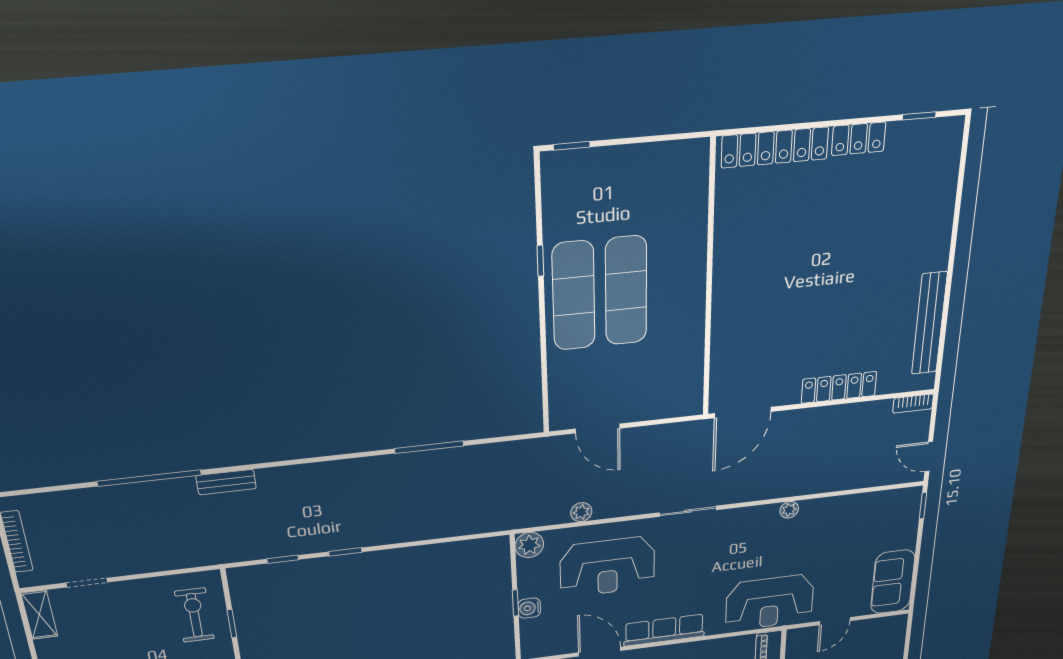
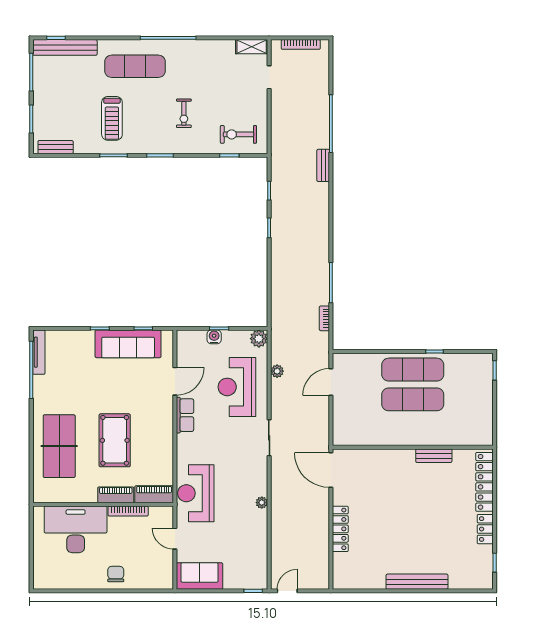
bench: (725, 244) -> (434, 456), added
bench: (929, 323) -> (417, 582), moved
bookcase: (913, 404) -> (324, 318), moved
exercise bike: (194, 615) -> (238, 134), turned 180
row of seats: (664, 630) -> (185, 415), width x0.68

